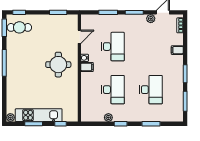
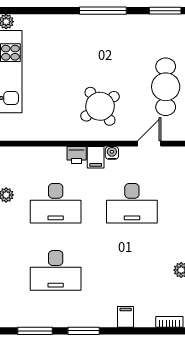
cafe table: (19, 27) -> (166, 87), moved, width x1.37, depth x1.35
door: (79, 37) -> (149, 144), swing flipped
round table: (58, 65) -> (100, 106), turned -35
printer: (86, 78) -> (77, 155), added

